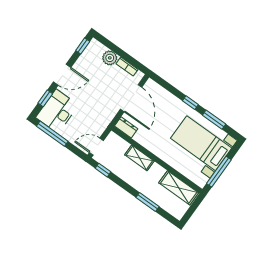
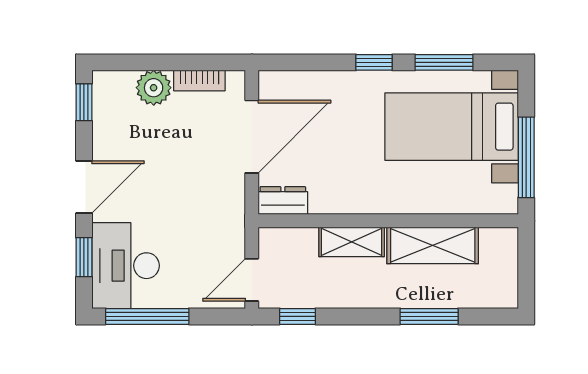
door: (131, 98) -> (252, 137), hinge flipped
shelving: (179, 188) -> (433, 245), moved

